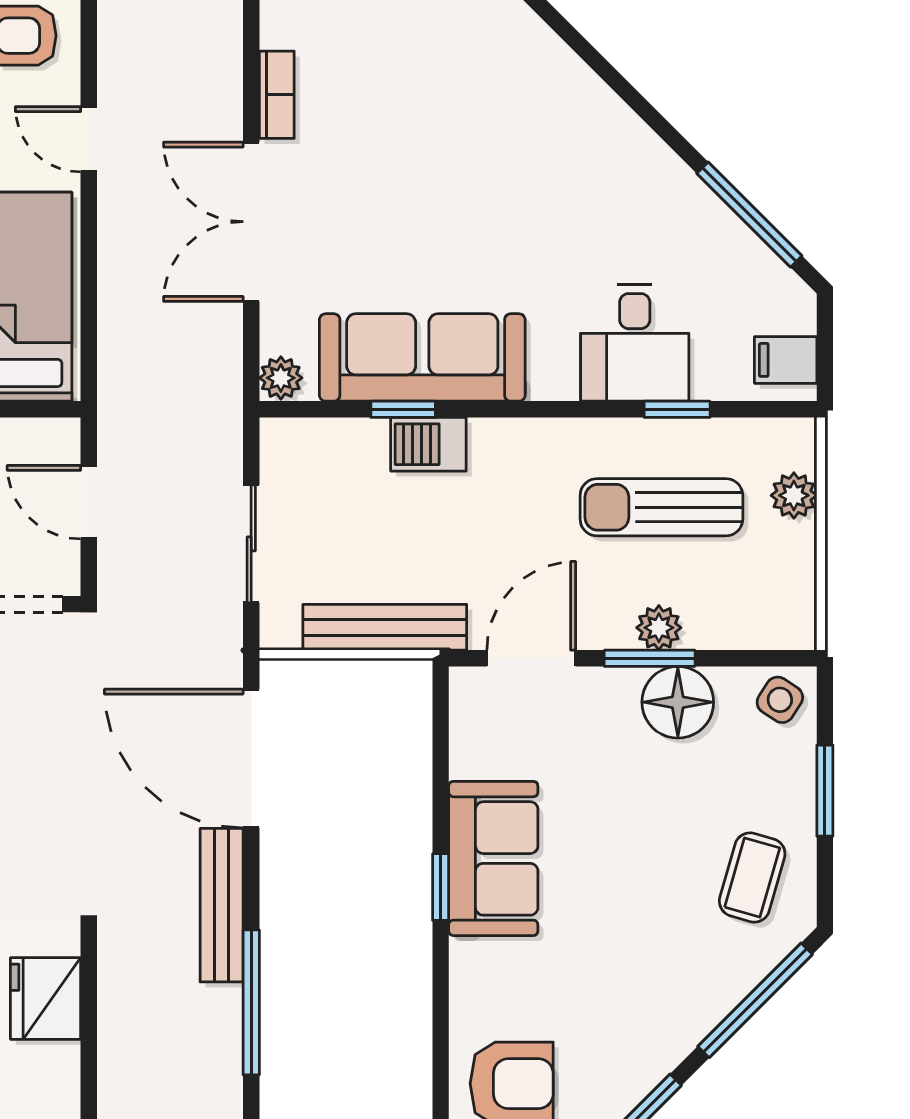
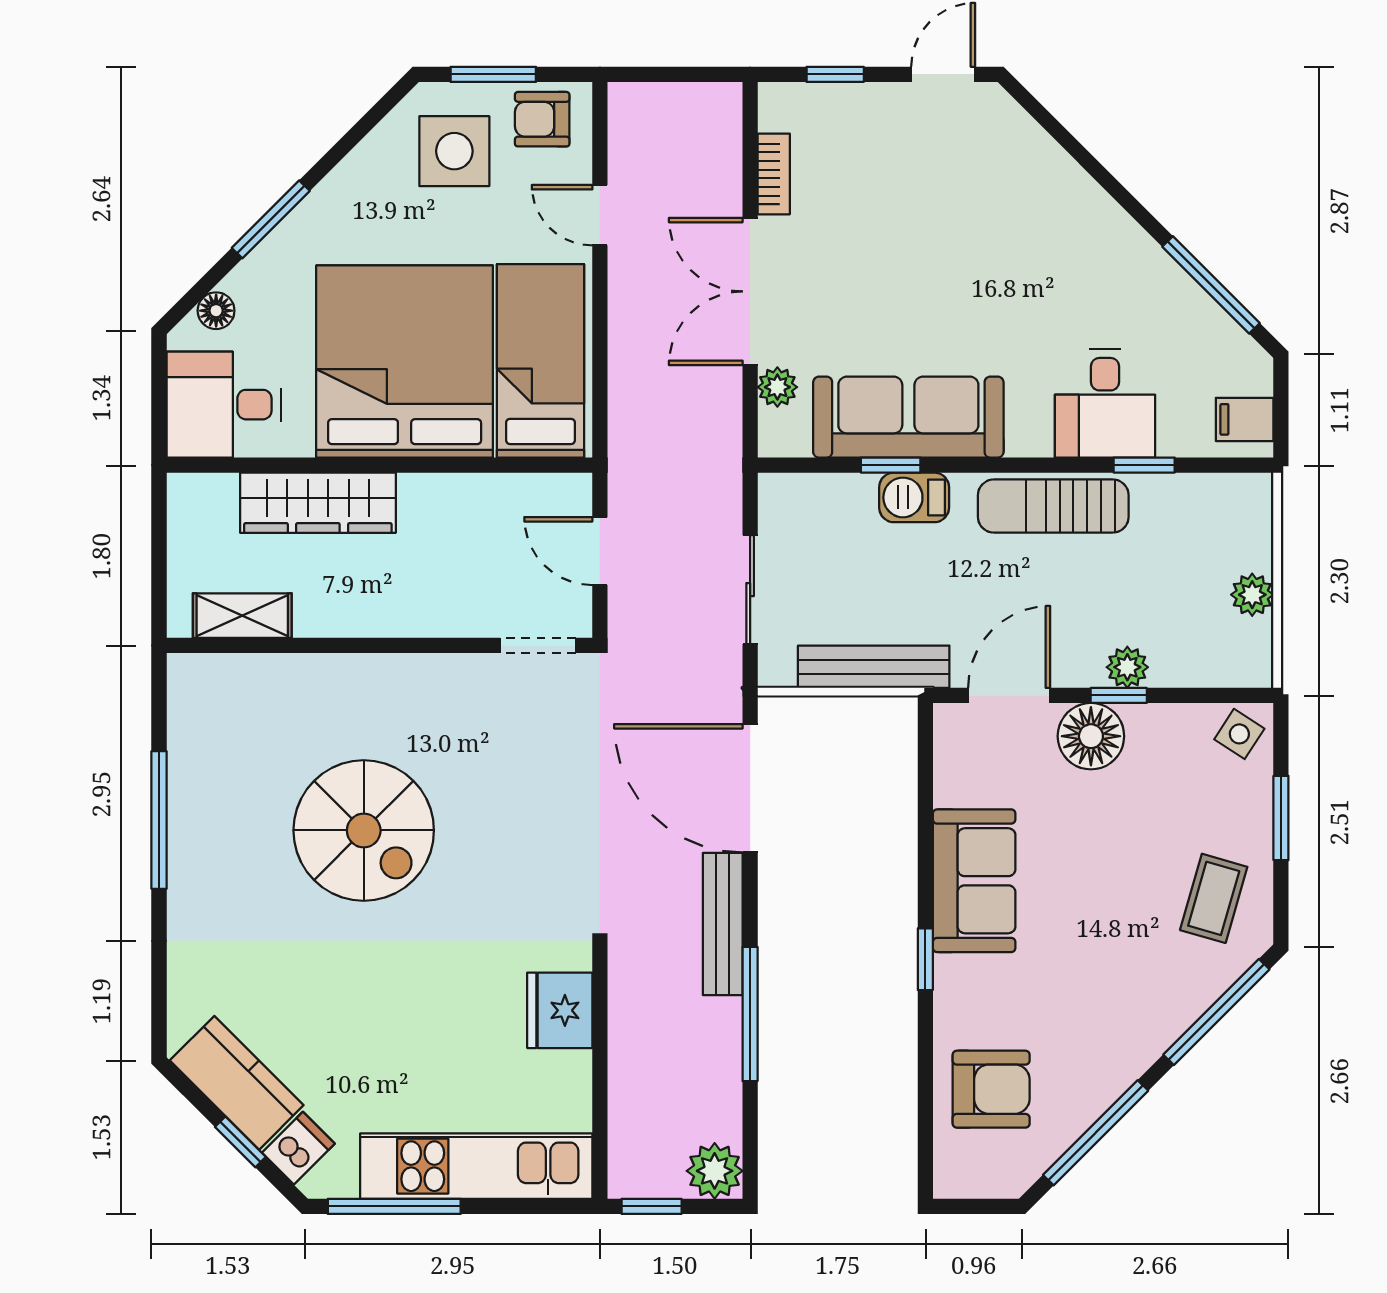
plant: (281, 378) -> (777, 387), moved
plant: (794, 495) -> (1252, 595), moved
sun lounger: (661, 507) -> (1053, 506), moved
window: (650, 658) -> (1119, 695), width x0.67
floor lamp: (678, 702) -> (1091, 736), moved
window: (441, 887) -> (925, 959), moved

